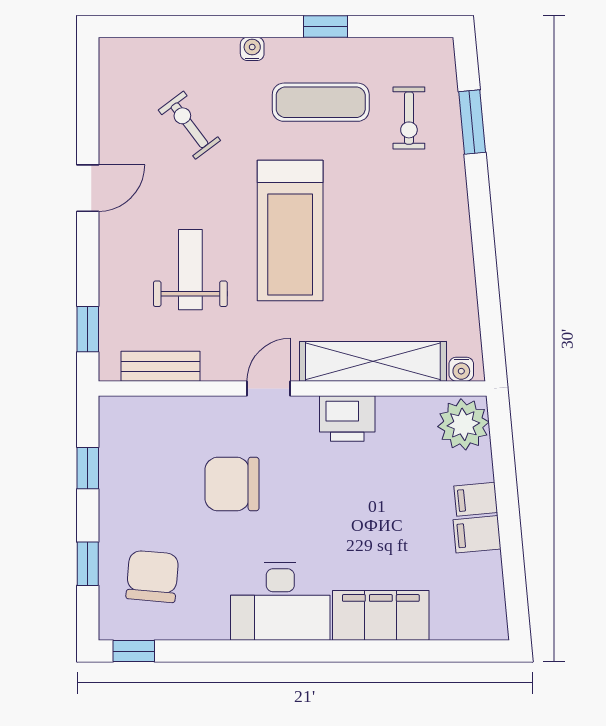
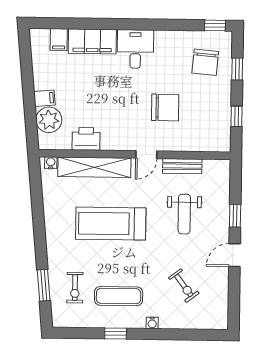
exercise bike: (409, 118) -> (75, 288), turned 180
treadmill: (290, 230) -> (111, 224), moved, turned -90
window: (88, 329) -> (235, 216), moved
bench: (161, 366) -> (182, 166), moved
printer: (347, 418) -> (86, 139), moved
plant: (463, 424) -> (49, 120), moved
filing cabinet: (477, 534) -> (59, 40), moved, turned 95
desk: (280, 601) -> (135, 49), width x0.73

